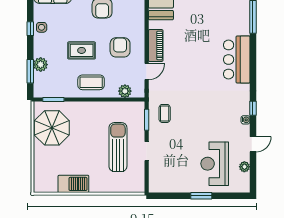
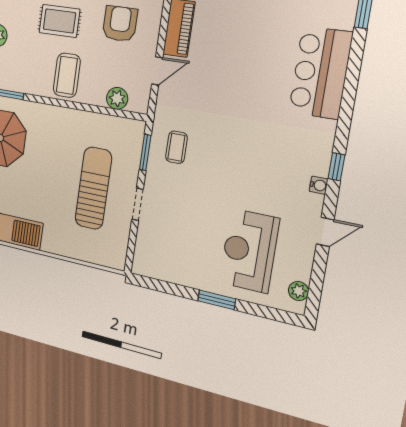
coffee table: (91, 82) -> (67, 75), turned 90
plant: (244, 167) -> (299, 291), moved

